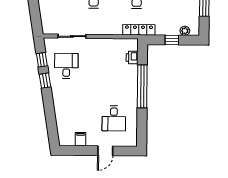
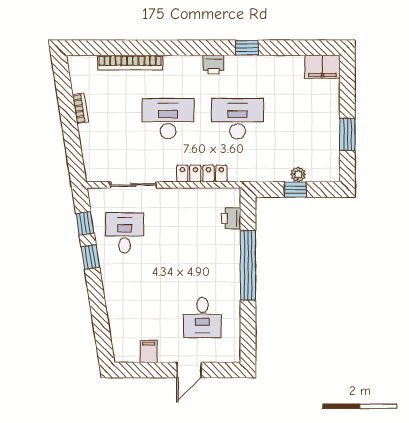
locker: (139, 30) -> (202, 174), moved
plant: (185, 31) -> (298, 174), moved

